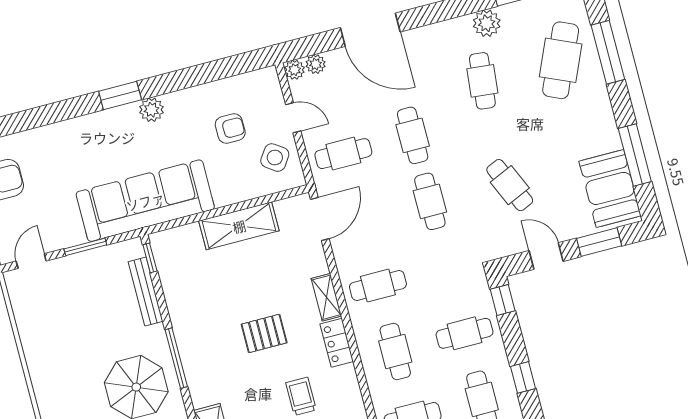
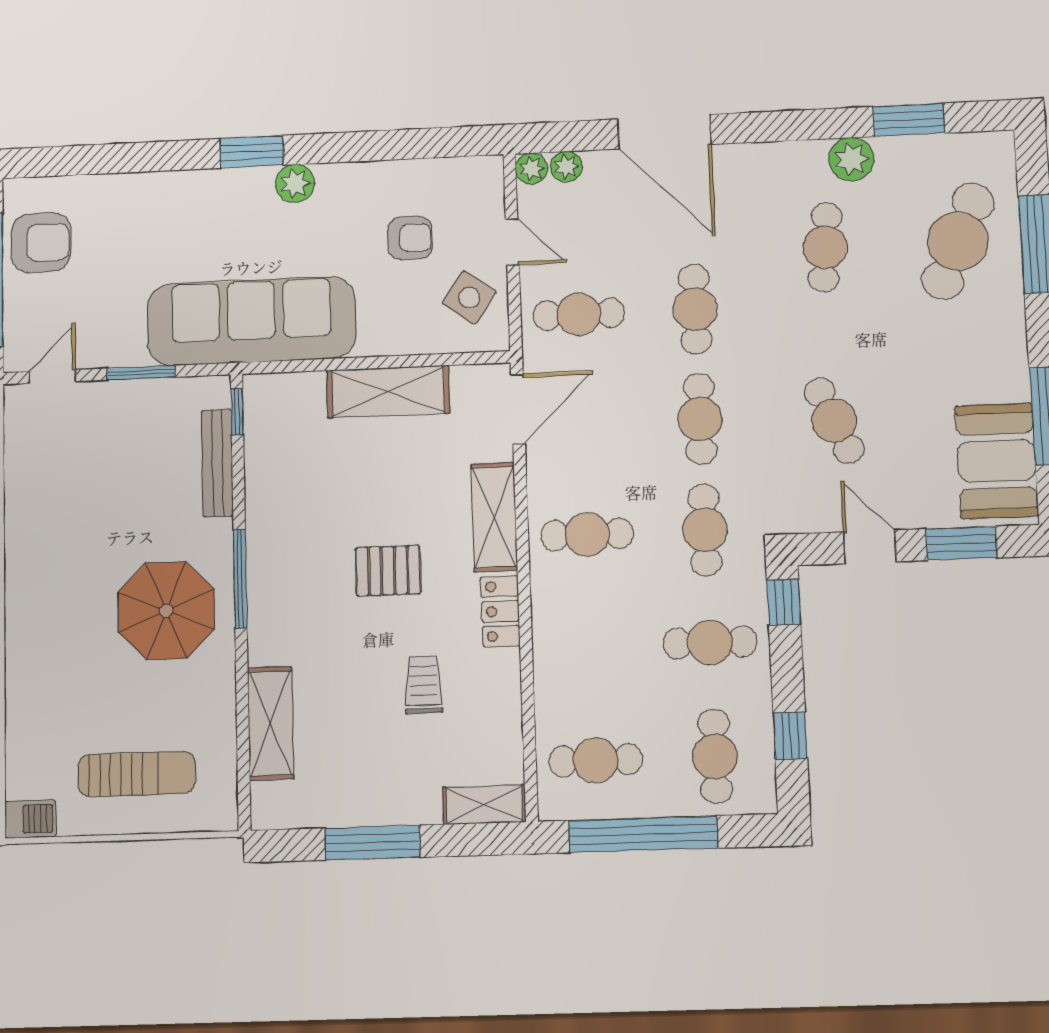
shelving: (326, 297) -> (494, 517), width x1.50, depth x1.33
cafe table: (395, 351) -> (705, 530), moved

